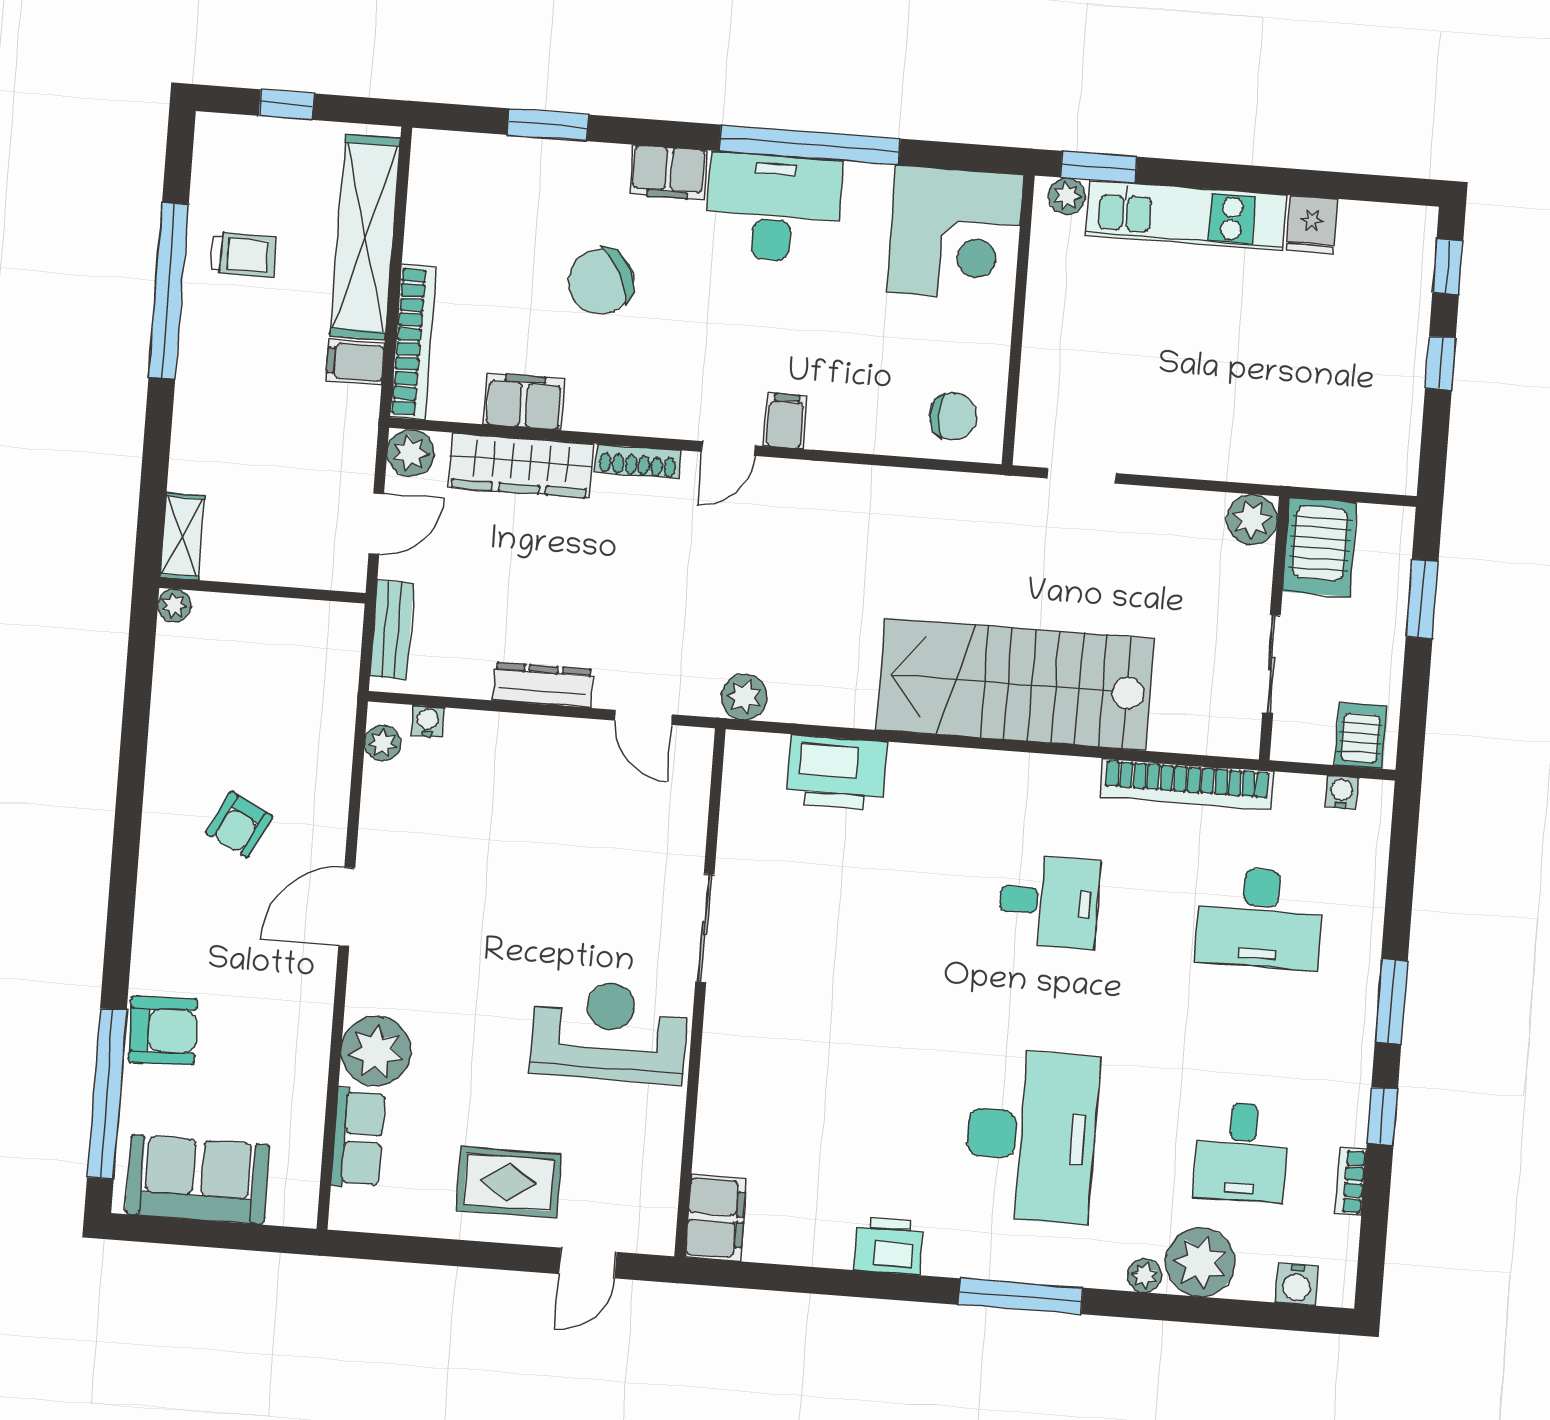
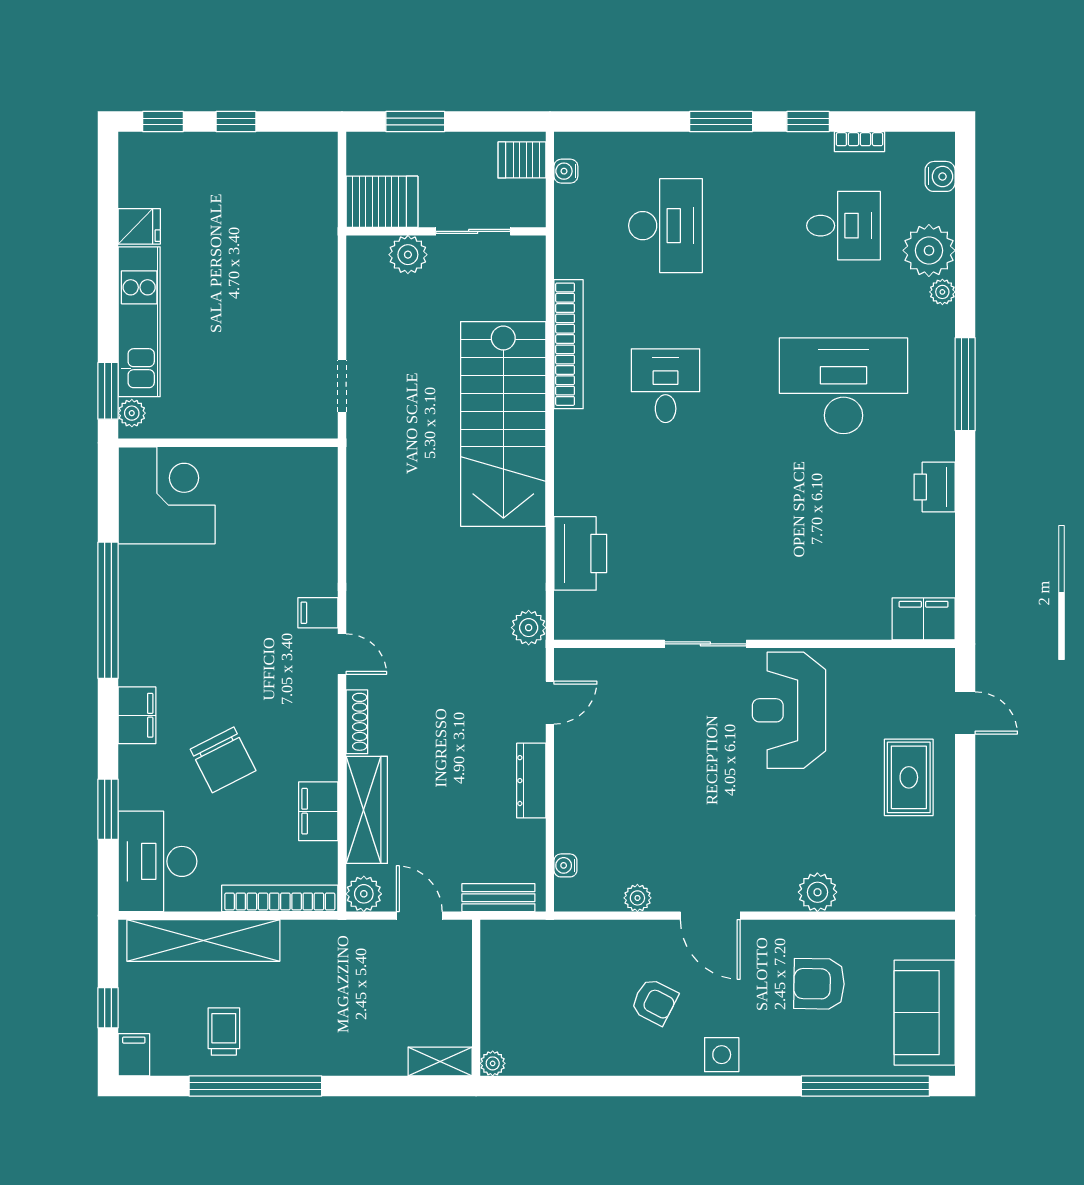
desk: (773, 208) -> (157, 861), moved
filing cabinet: (355, 362) -> (134, 1055), moved, turned 180
chair: (953, 416) -> (305, 486), removed
plant: (1252, 520) -> (408, 255), moved
plant: (383, 743) -> (637, 898), moved
bookcase: (1187, 784) -> (569, 344), moved
side table: (163, 908) -> (722, 1055), added
armchair: (163, 1031) -> (819, 984), moved, turned -87
plant: (376, 1051) -> (817, 892), width x0.73, depth x0.73
row of seats: (358, 1138) -> (884, 894), removed

